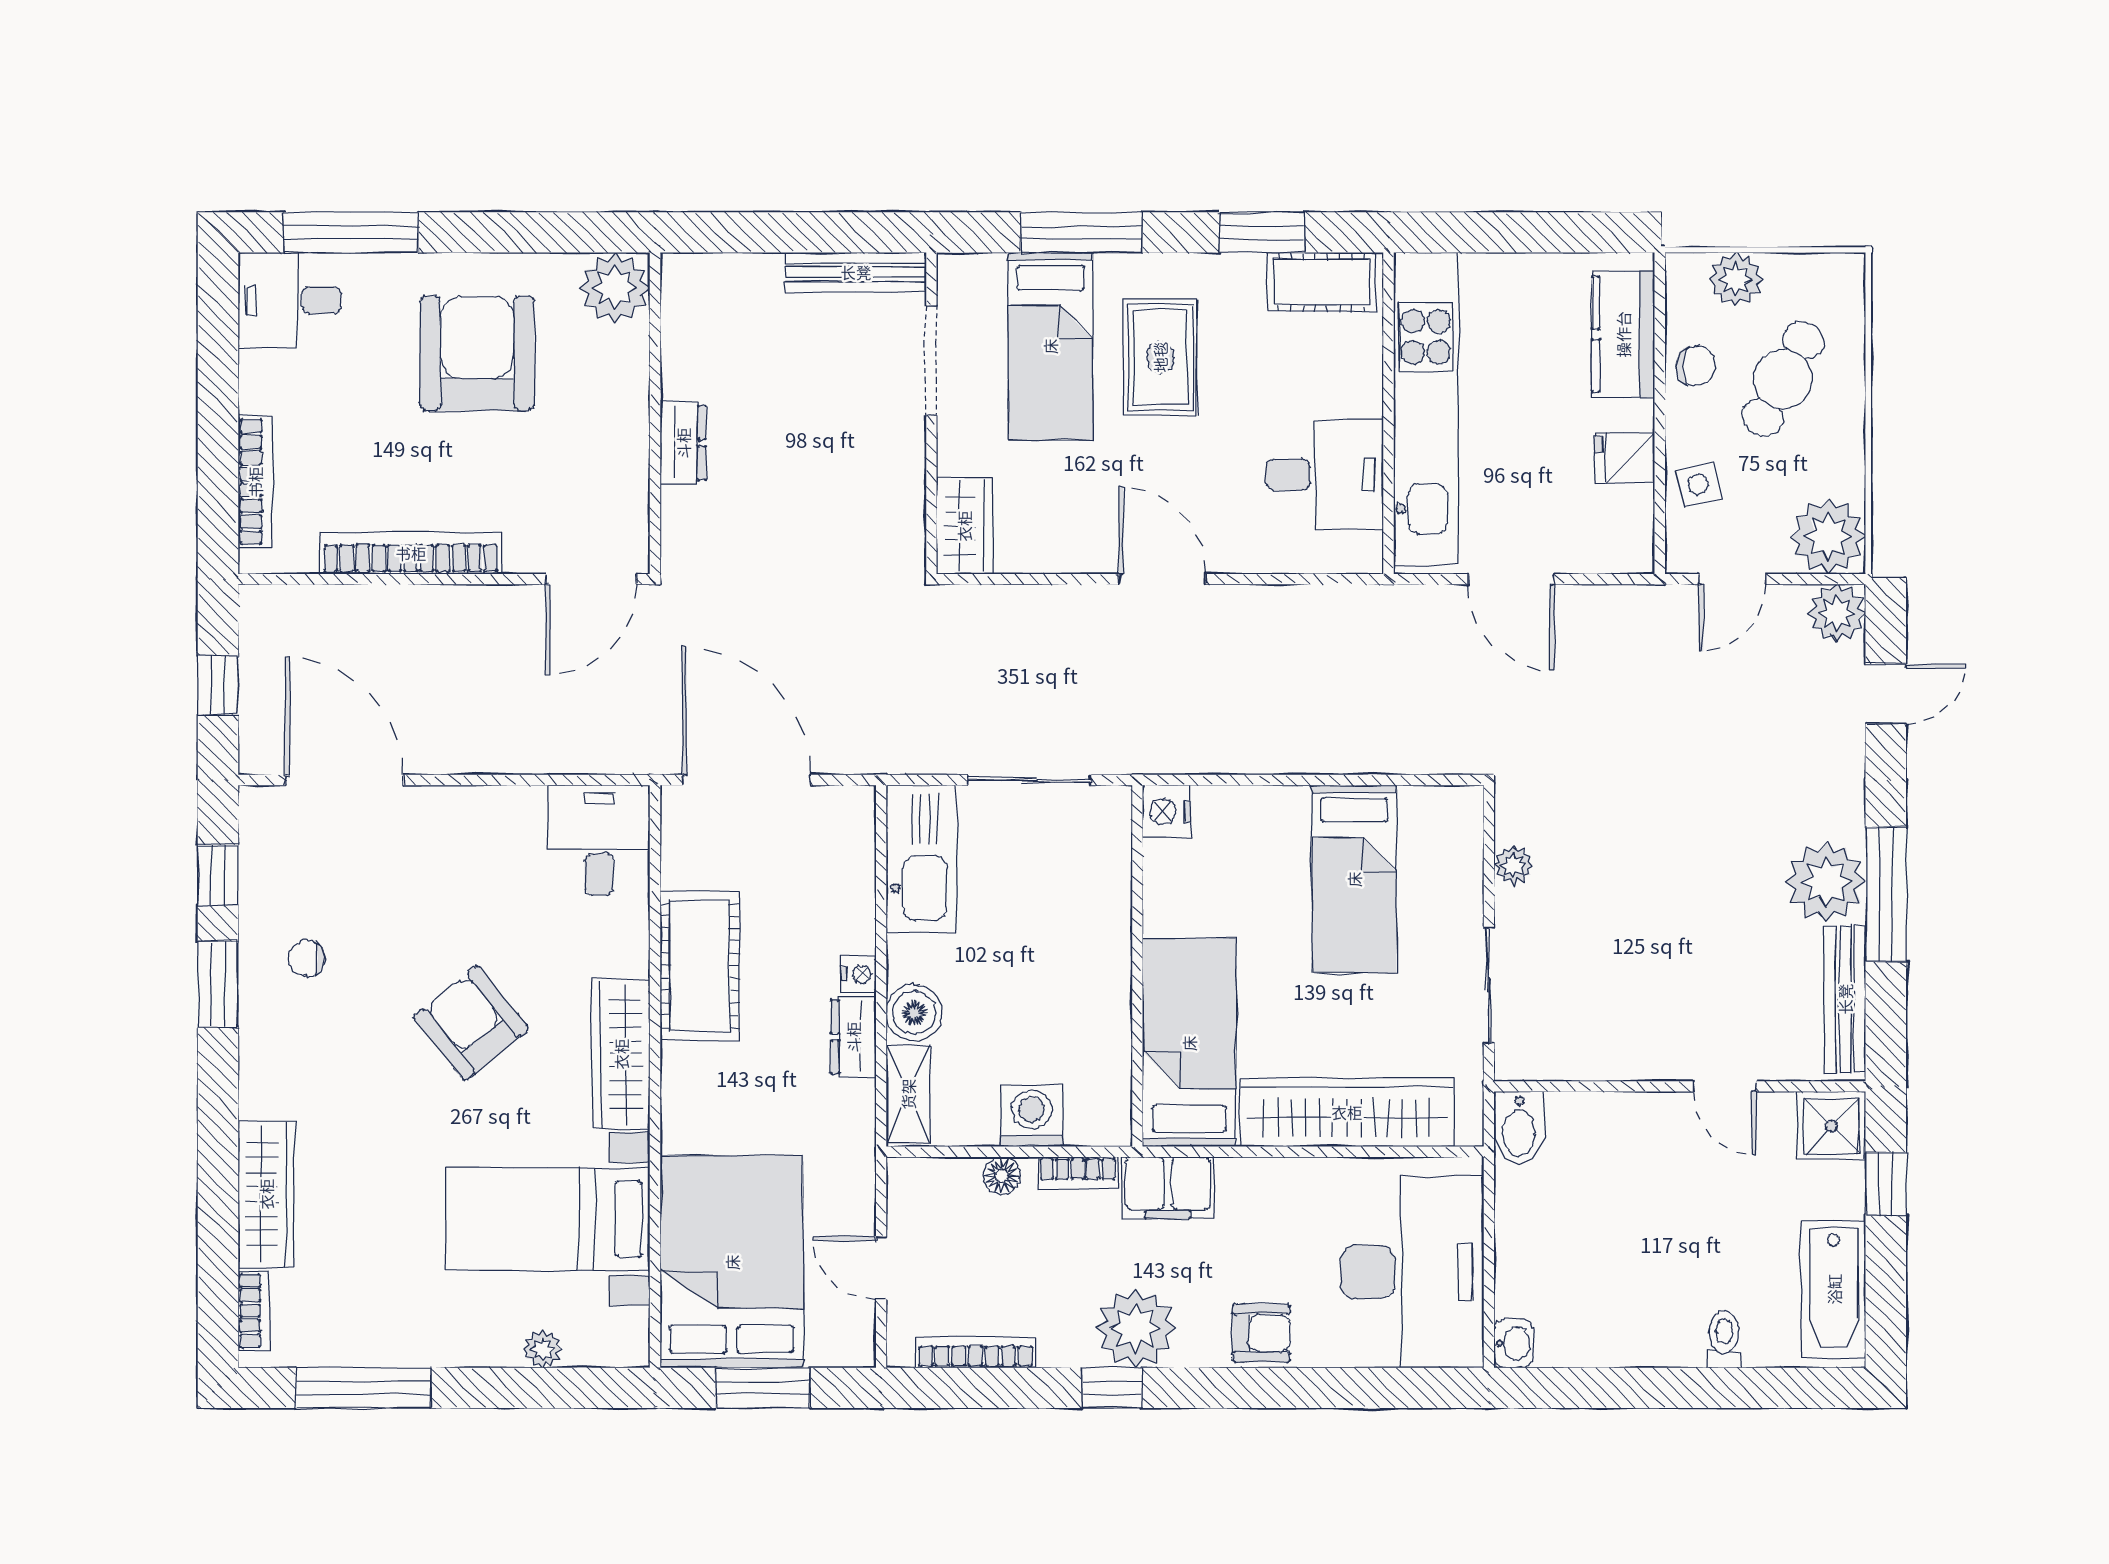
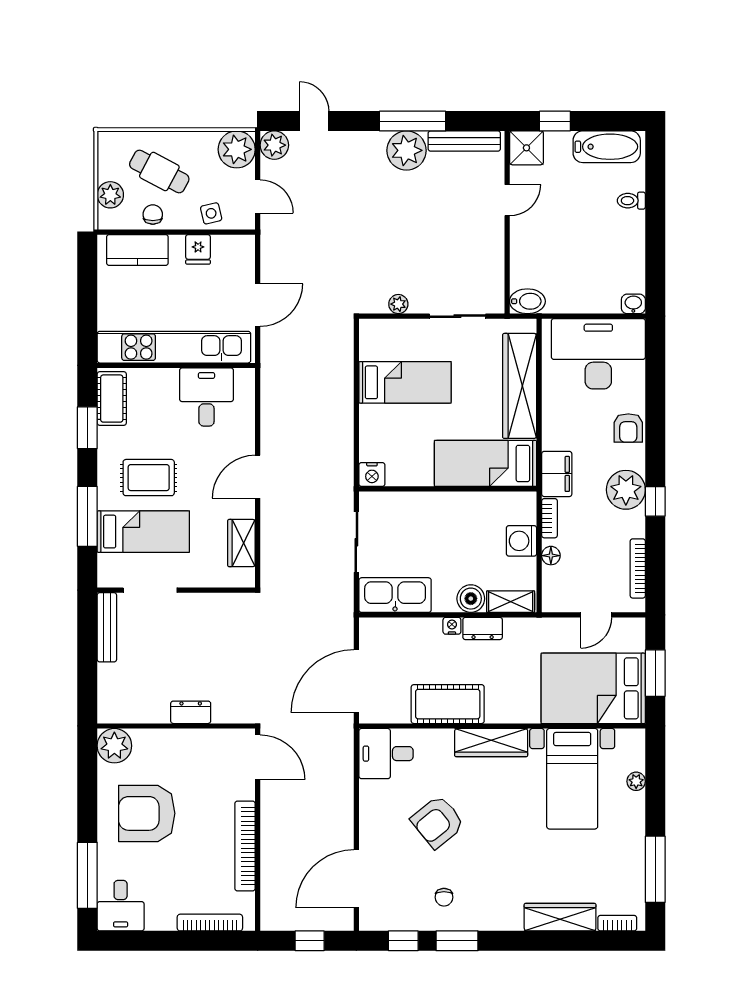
wardrobe: (964, 526) -> (241, 543), moved, turned -90
armchair: (471, 1023) -> (438, 822), moved
armchair: (1261, 1333) -> (628, 428), turned 180

